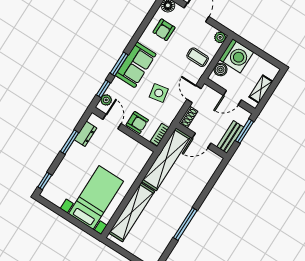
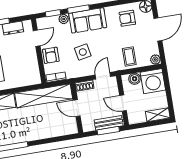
shelving: (261, 89) -> (158, 115), moved
plant: (106, 100) -> (64, 19), moved
bench: (230, 137) -> (109, 123), moved

